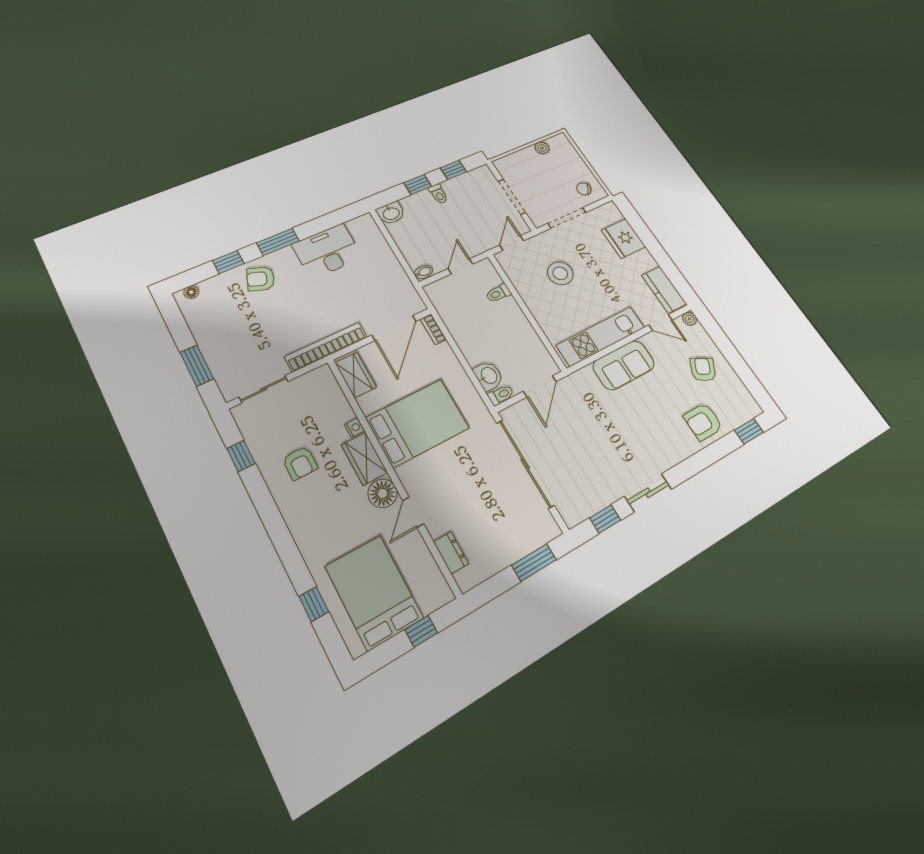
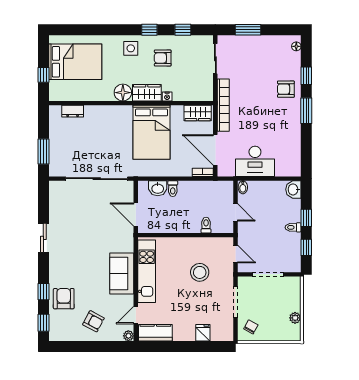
fridge: (623, 238) -> (203, 333), width x0.53, depth x0.75
desk: (327, 251) -> (255, 161), moved, turned 90
armchair: (261, 279) -> (286, 89), turned -110
toilet: (501, 395) -> (173, 189), moved
door: (413, 512) -> (104, 103), removed
side table: (309, 518) -> (131, 48), added
window: (605, 519) -> (43, 292), moved
window: (314, 604) -> (149, 30), moved

